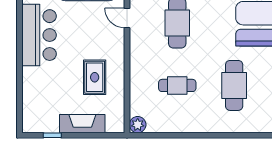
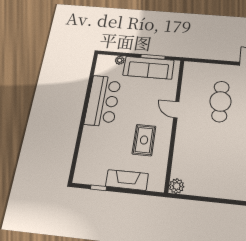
door: (127, 18) -> (176, 110), moved
cafe table: (177, 85) -> (216, 154), removed

